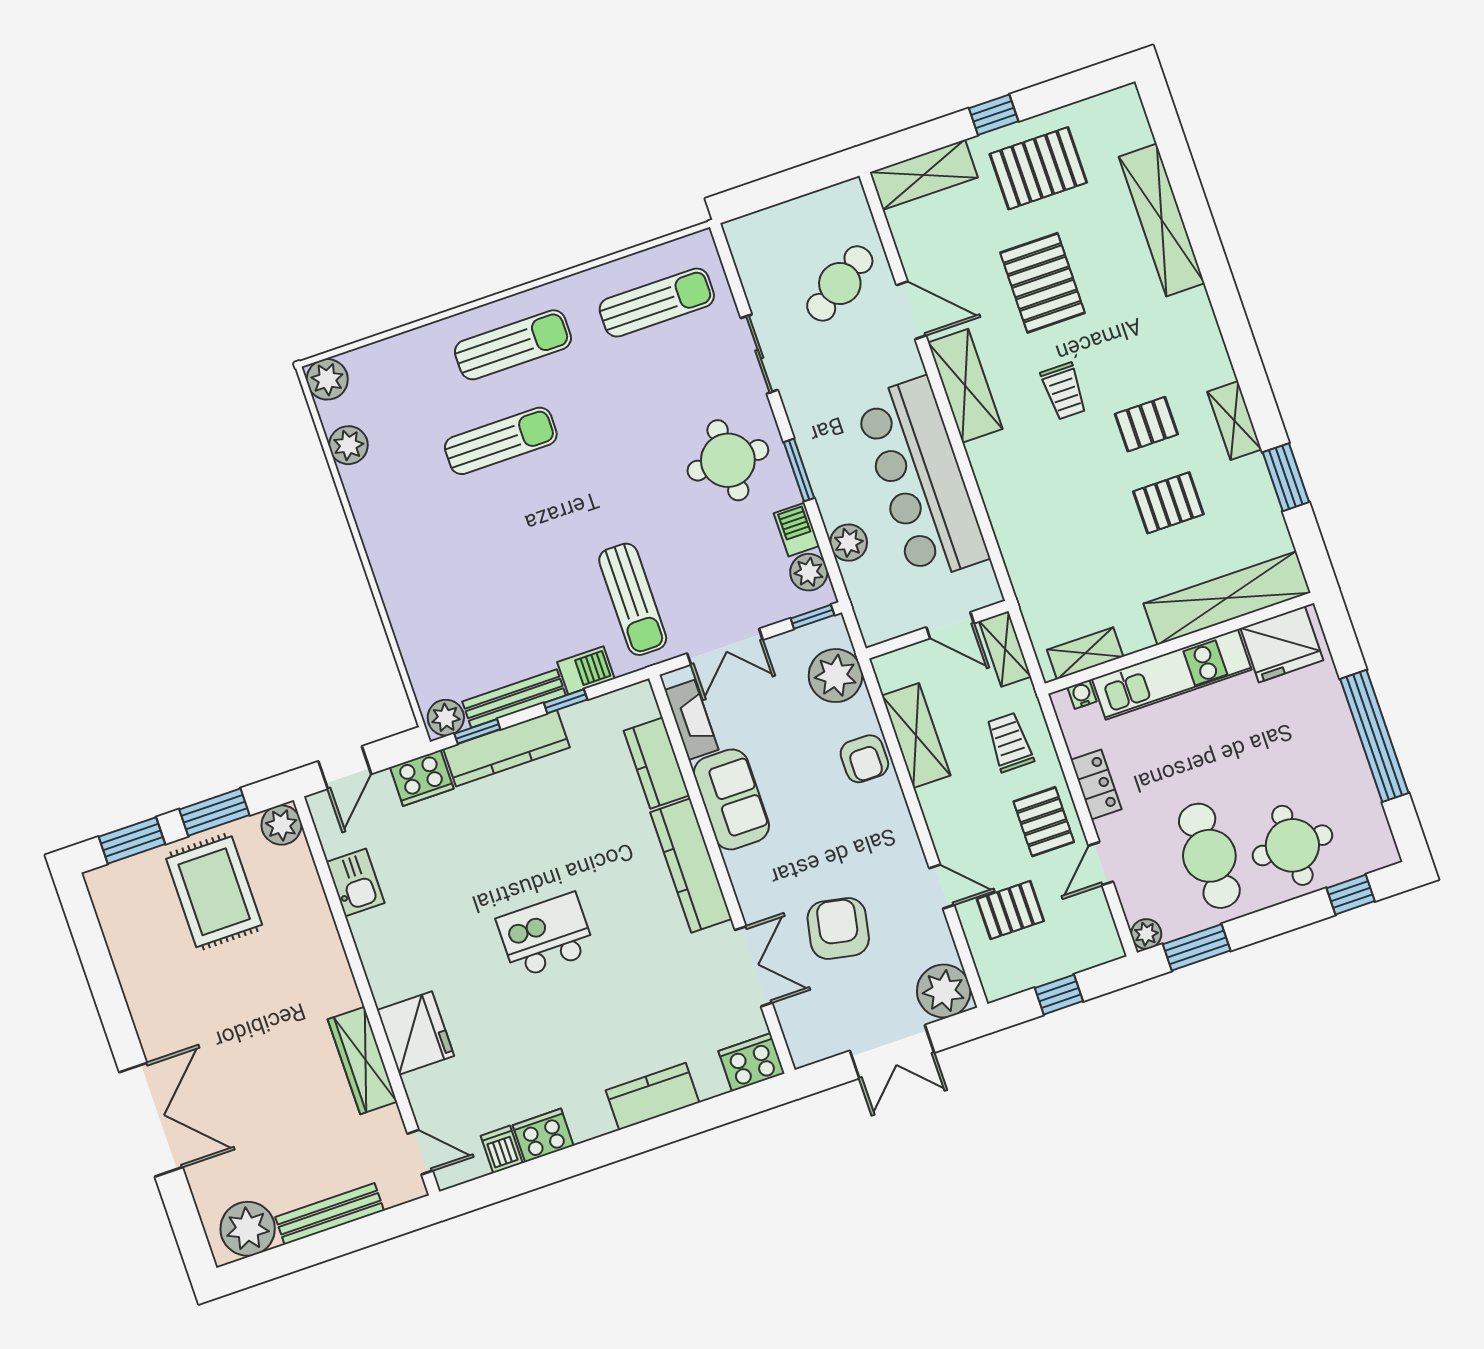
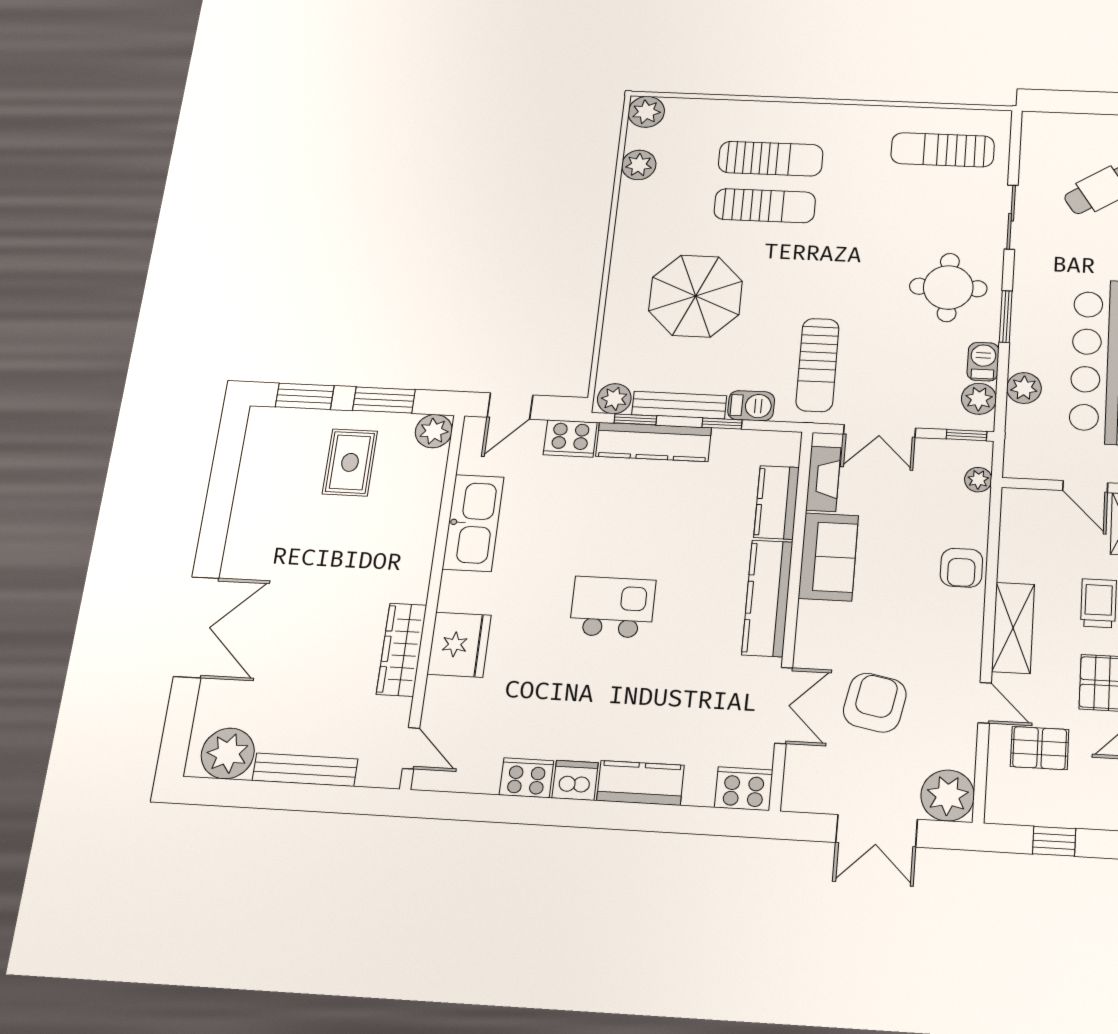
sun lounger: (657, 303) -> (943, 150), turned 180
sun lounger: (513, 345) -> (771, 159), moved
parasol: (476, 572) -> (696, 296), added
plant: (836, 676) -> (978, 480), width x0.53, depth x0.53
shelving: (916, 735) -> (1013, 628), moved
kitchen sink: (355, 882) -> (473, 523), width x1.88, depth x1.24
rug: (214, 892) -> (350, 462), width x0.73, depth x0.70
dishwasher: (502, 1149) -> (575, 780), moved, width x1.38

